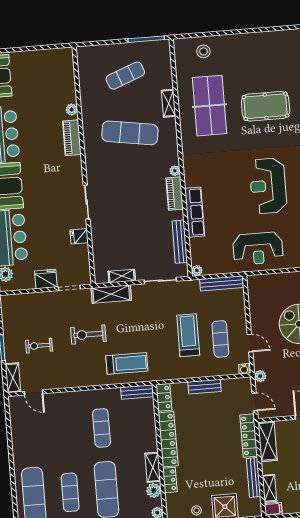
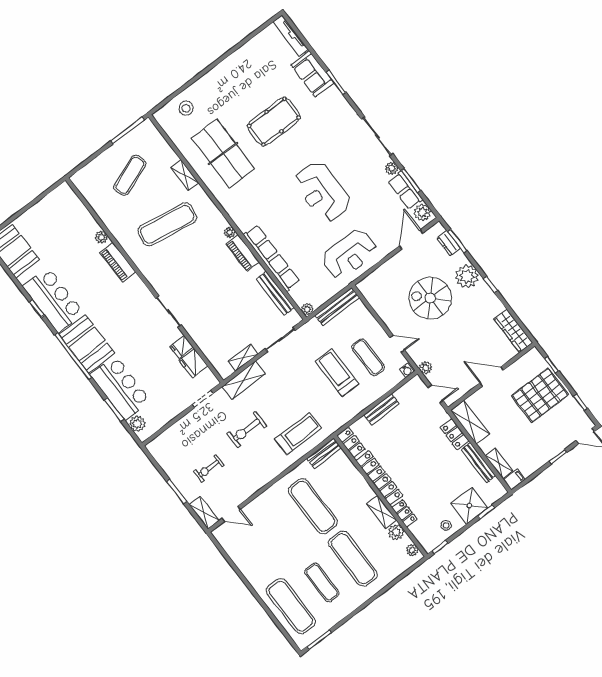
row of seats: (195, 212) -> (272, 258), width x1.36
fridge: (46, 279) -> (193, 363), moved, turned -90
exercise mat: (102, 428) -> (313, 506), width x1.36, depth x1.45
locker: (249, 436) -> (454, 434), width x0.66

